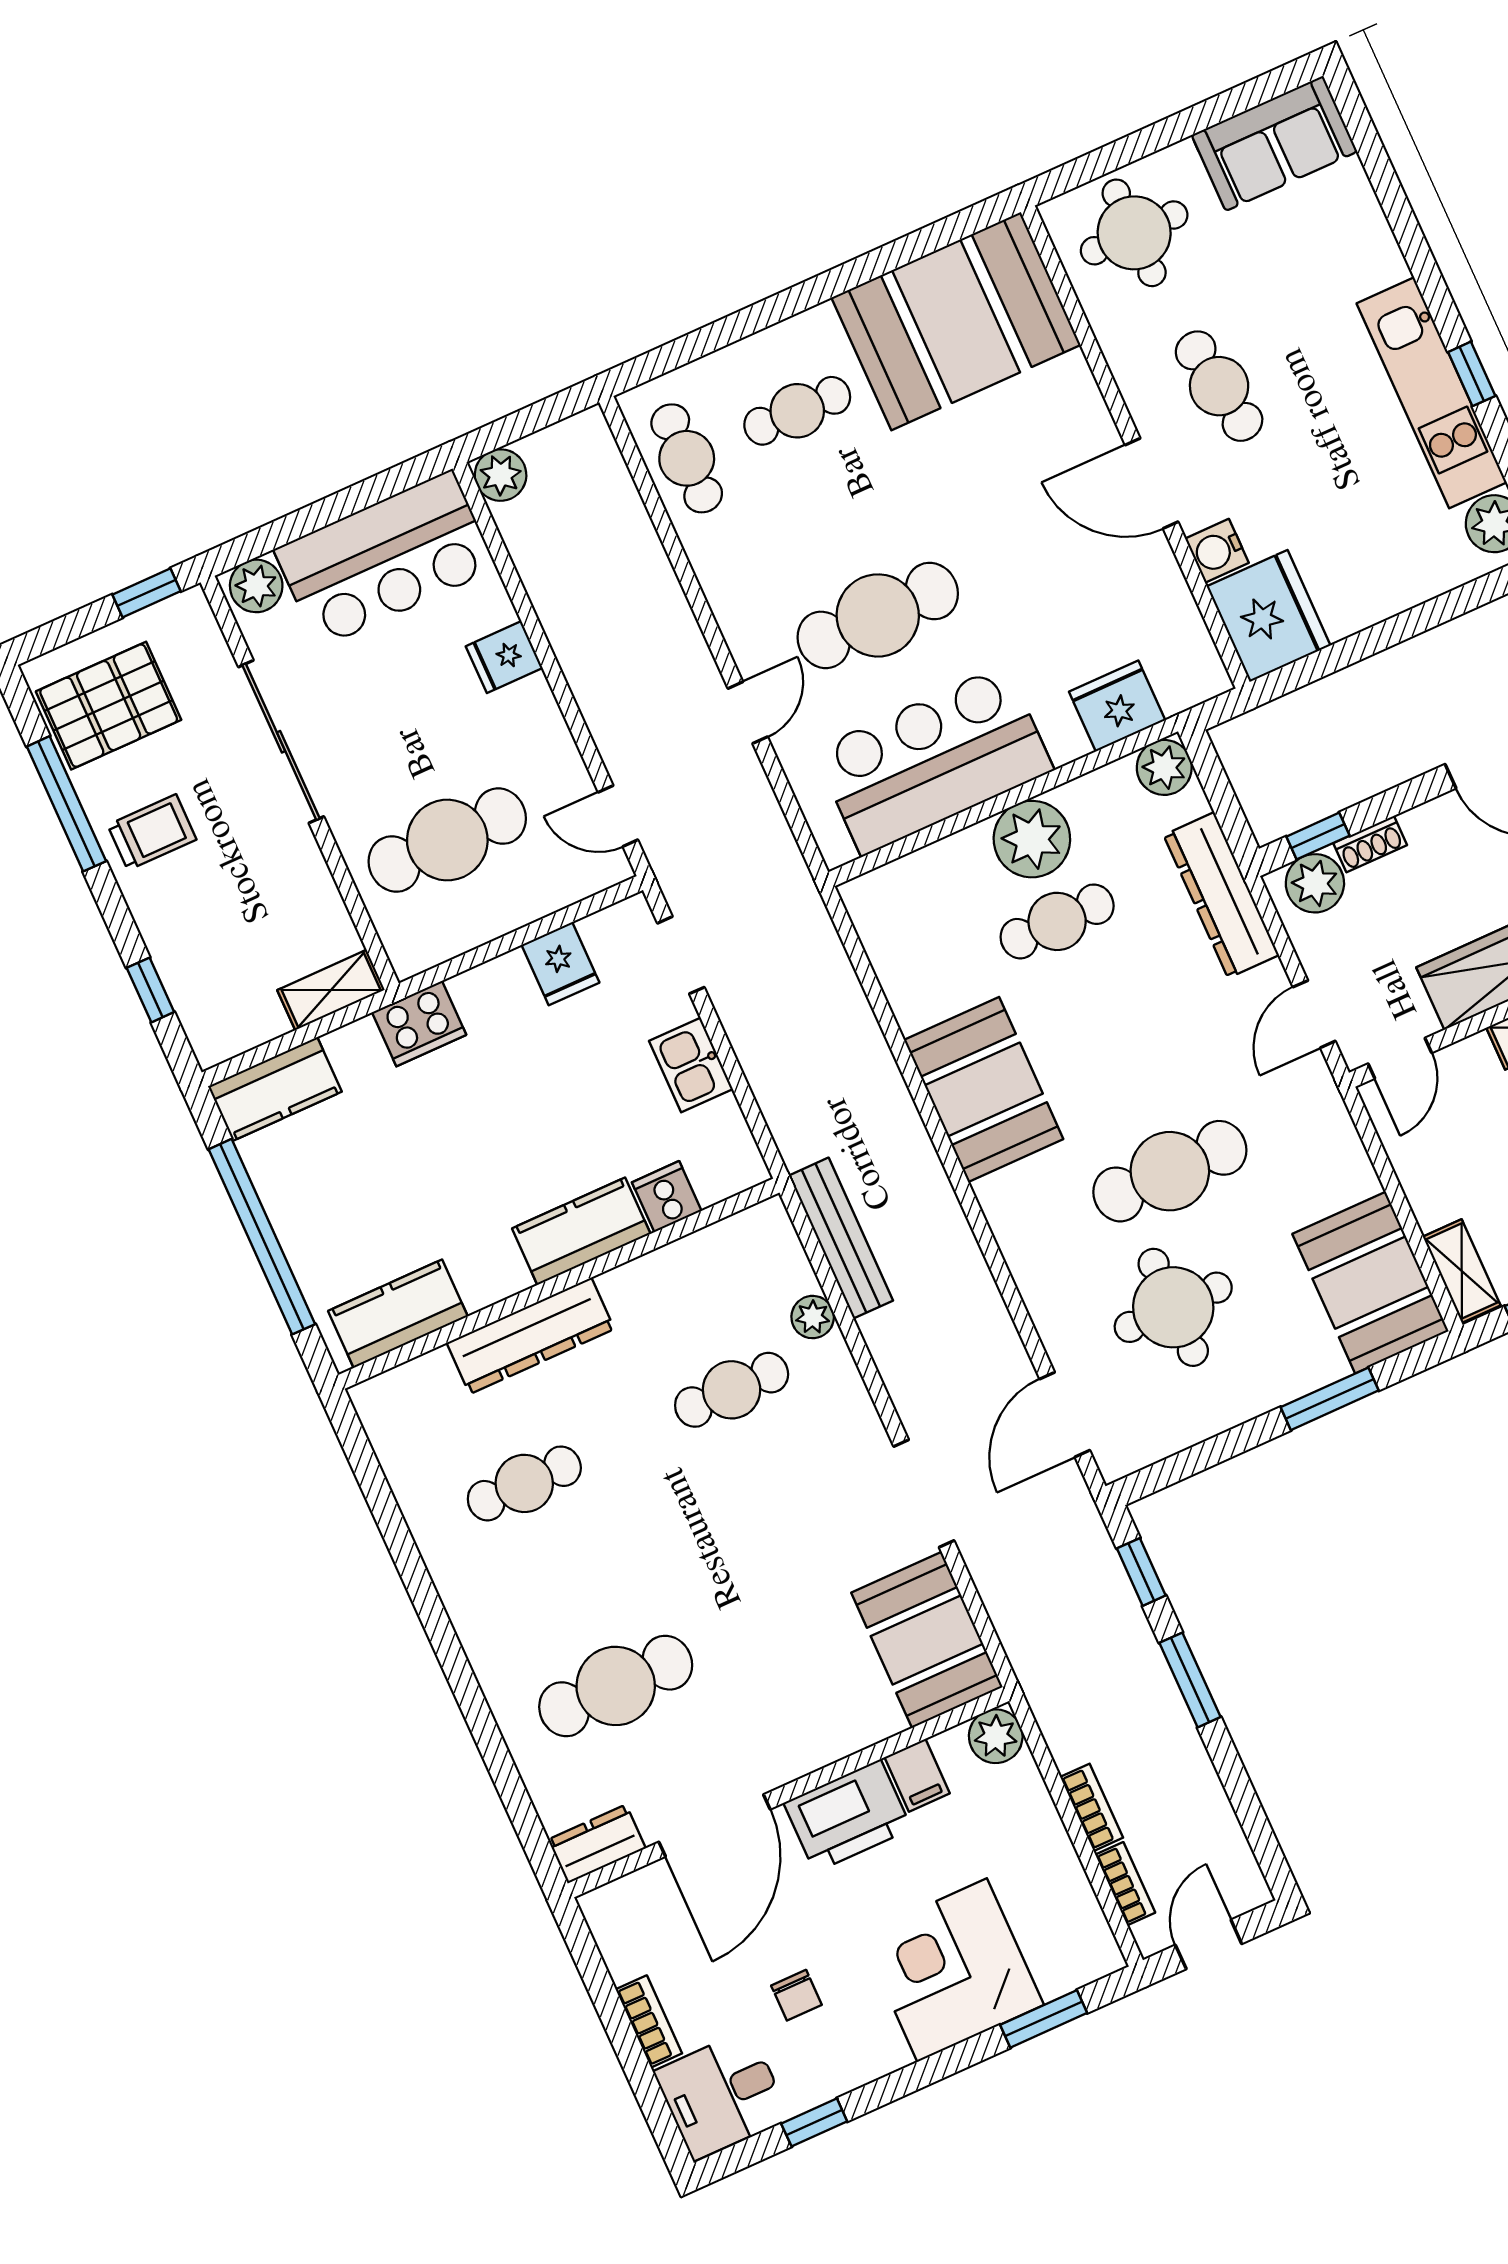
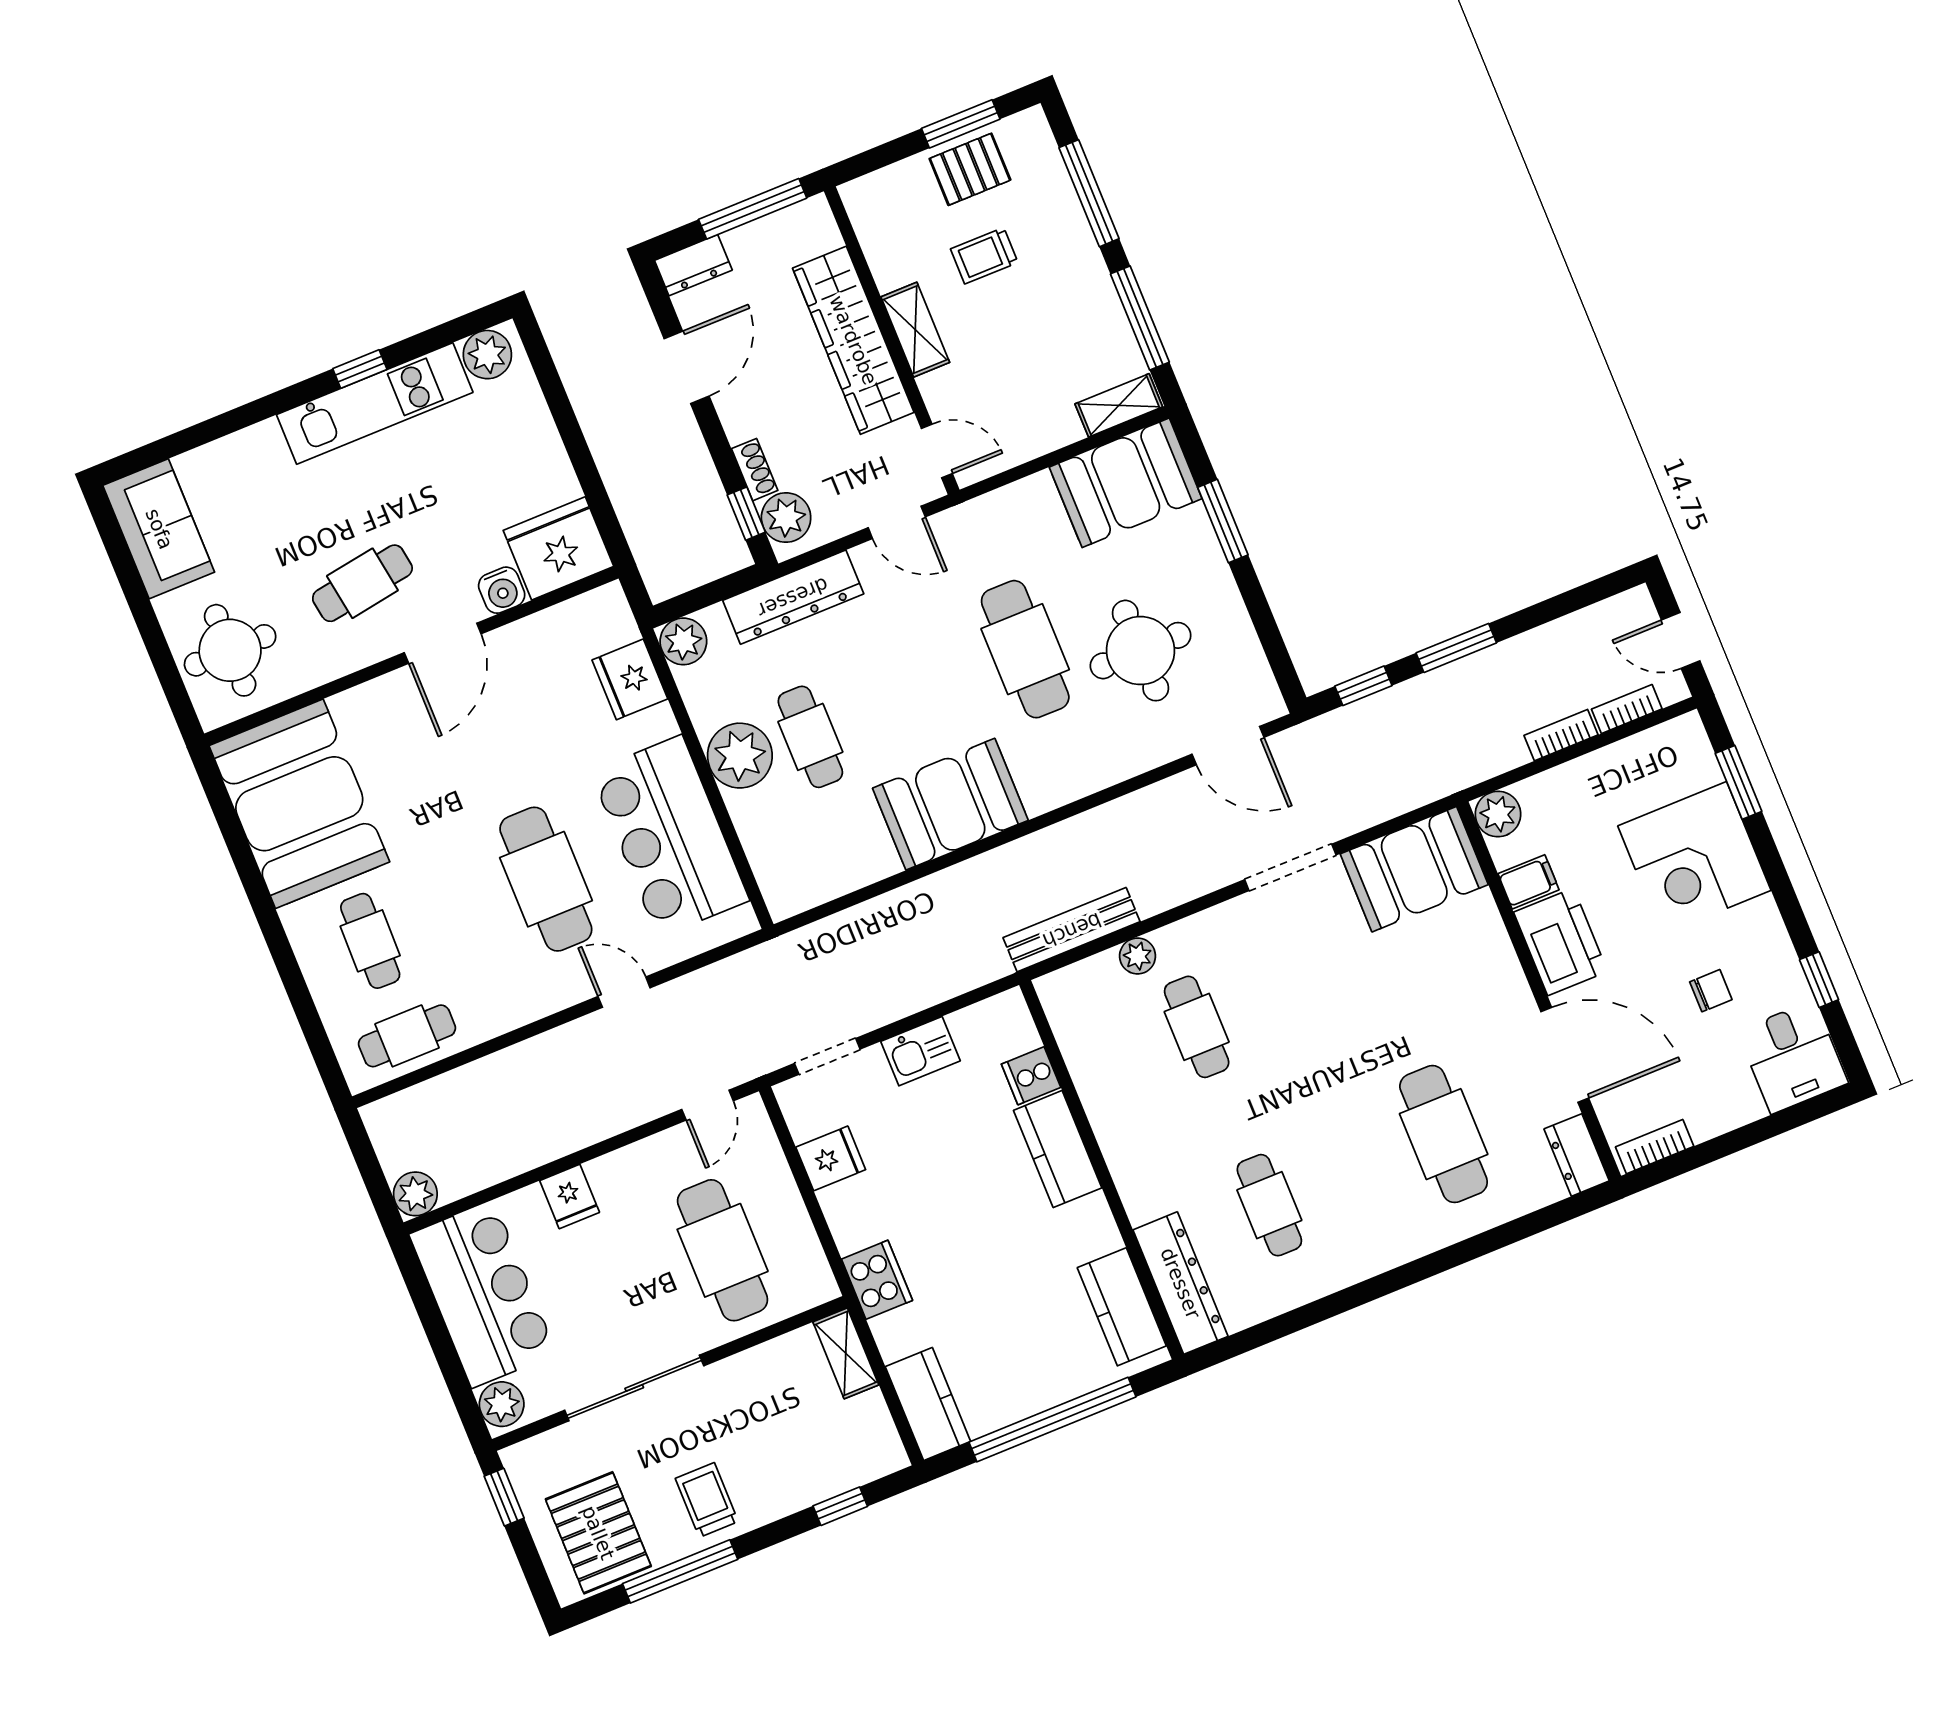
dresser: (530, 1336) -> (1180, 1283), moved
bookcase: (649, 2021) -> (1655, 1147), moved

